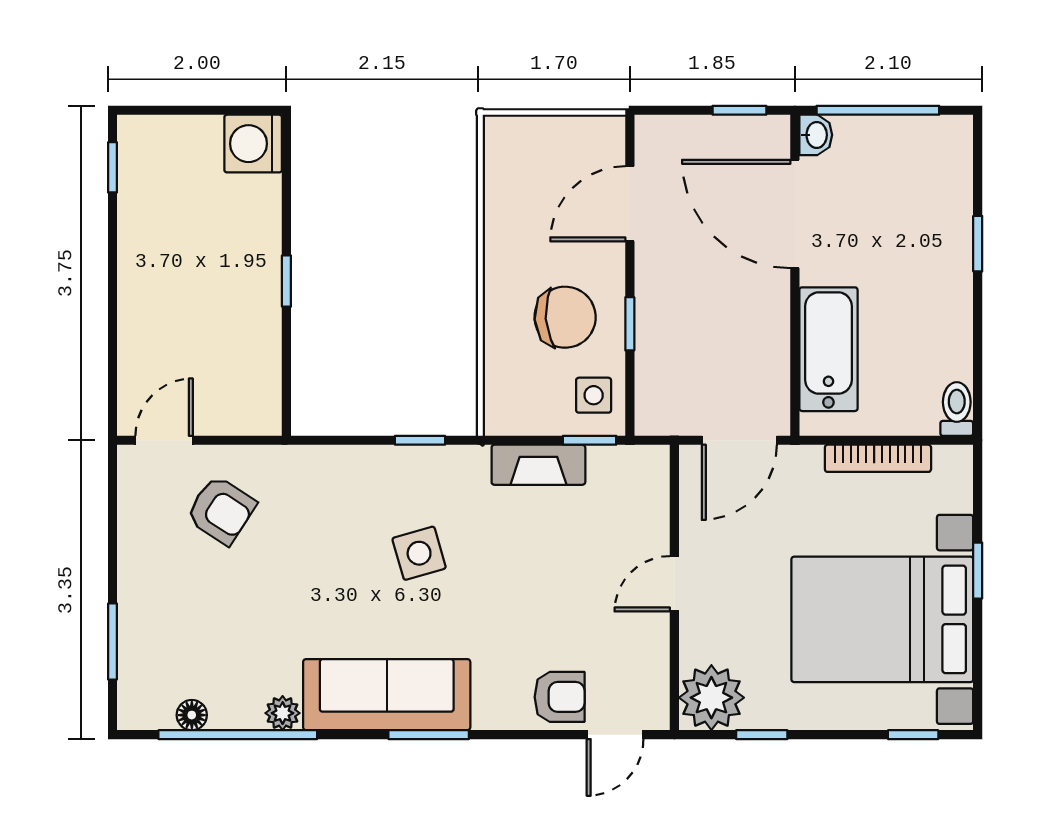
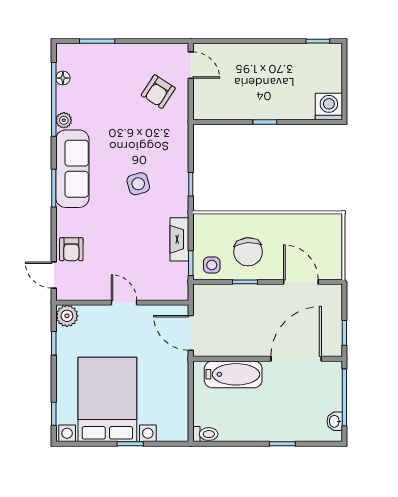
washbasin: (816, 135) -> (335, 421), moved, turned 90
bookcase: (878, 458) -> (182, 397), removed
plant: (711, 698) -> (67, 316), width x0.73, depth x0.73

